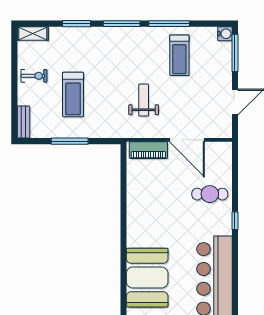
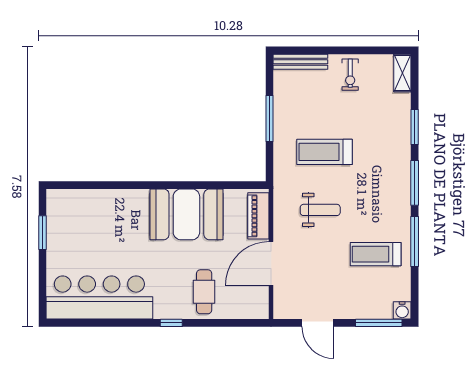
treadmill: (73, 94) -> (324, 152), moved
bench: (24, 122) -> (300, 62), width x1.36
booth: (147, 278) -> (186, 214), moved

